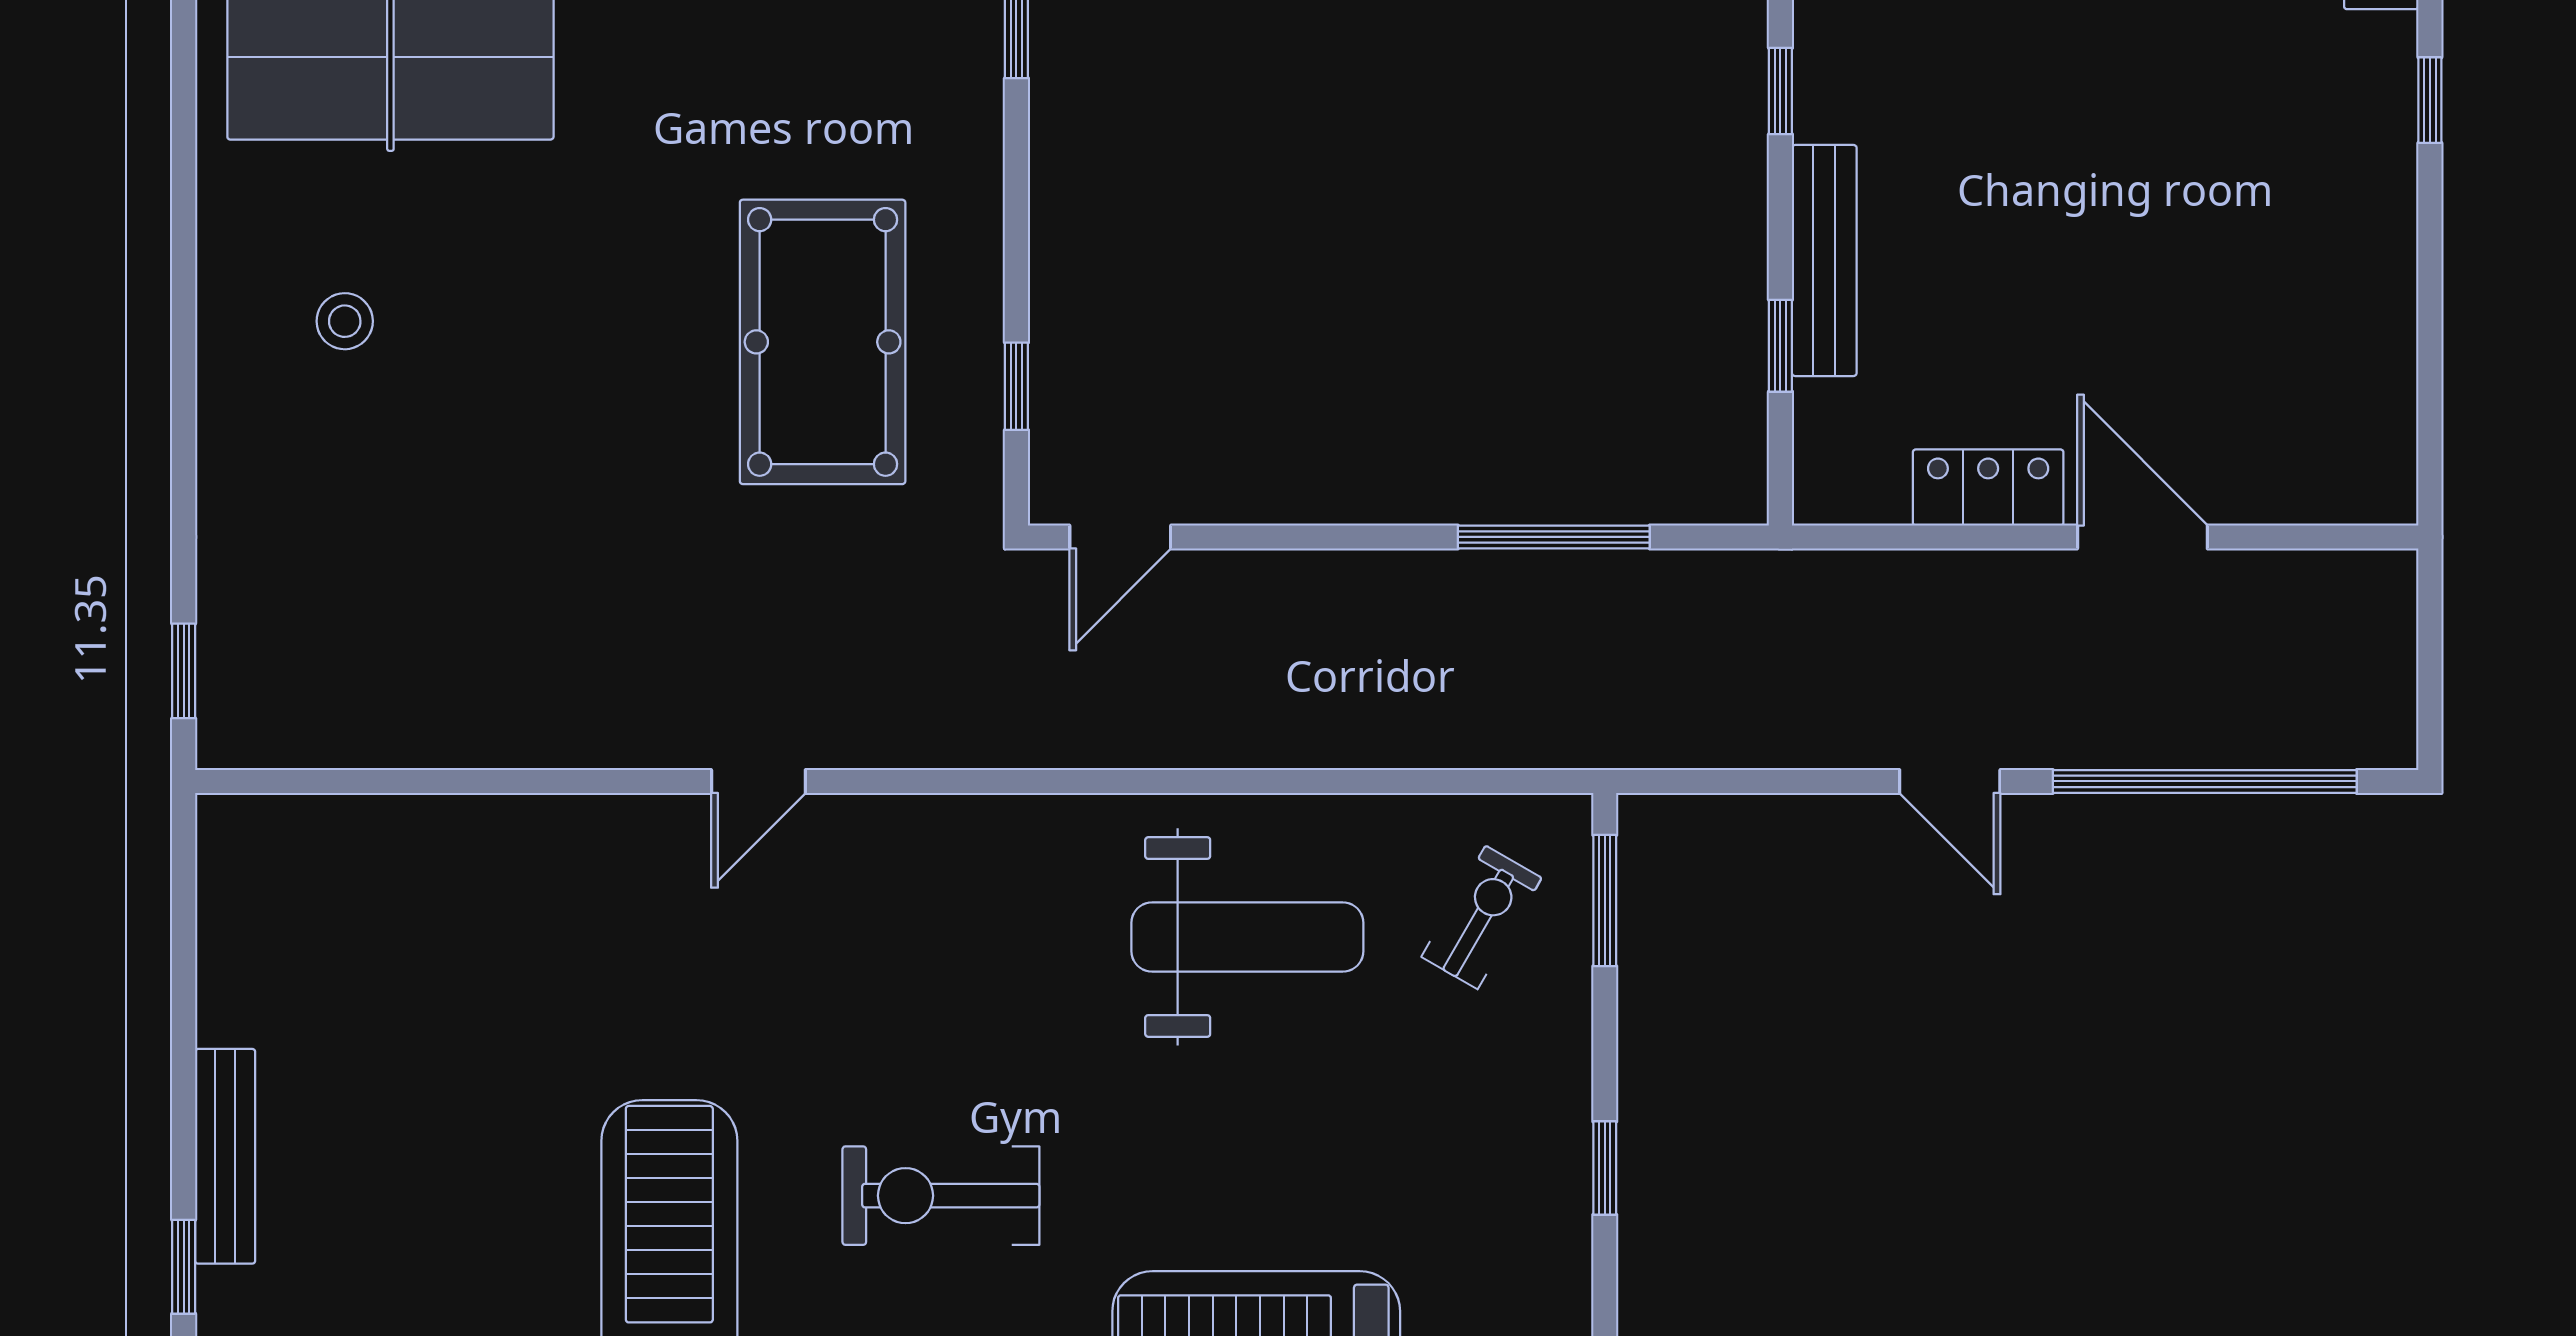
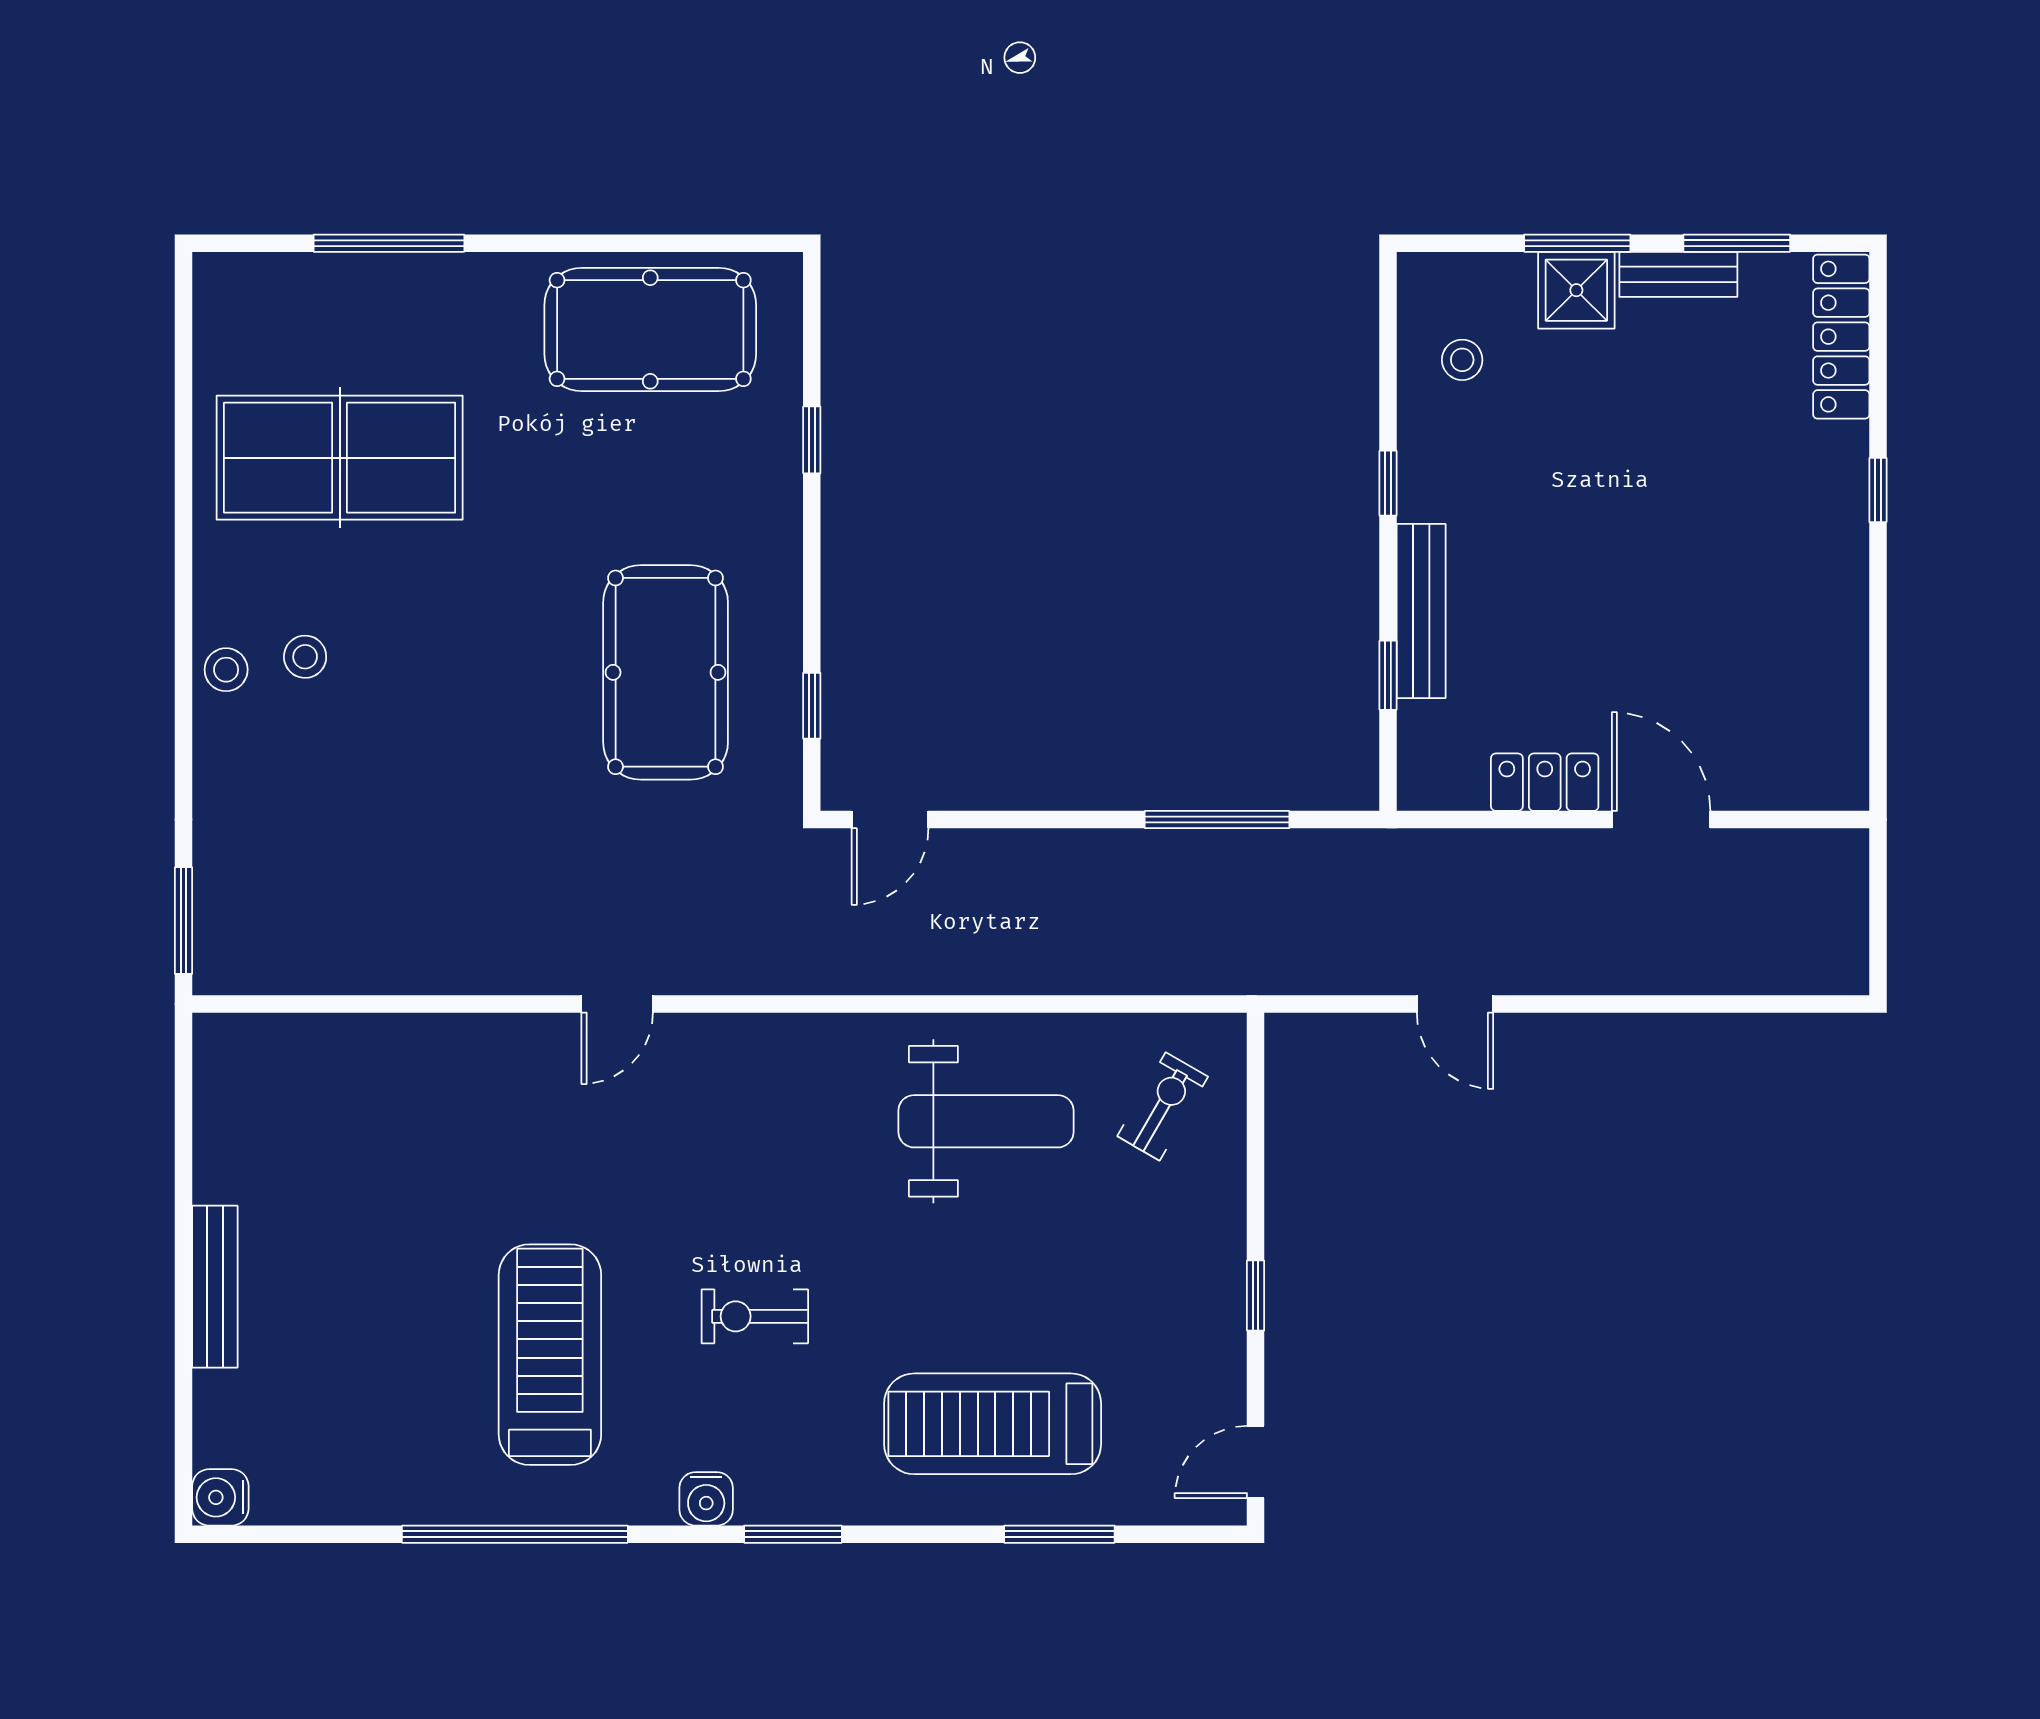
stool: (240, 338) -> (226, 670), added
window: (184, 671) -> (184, 921), width x1.50
door: (1950, 781) -> (1455, 1004), moved
window: (2205, 781) -> (1708, 1004), removed
window: (1605, 901) -> (1256, 1094), removed
exercise bike: (941, 1196) -> (755, 1316), width x0.73, depth x0.72
window: (184, 1267) -> (184, 1370), removed

